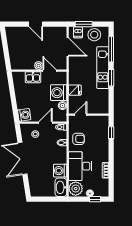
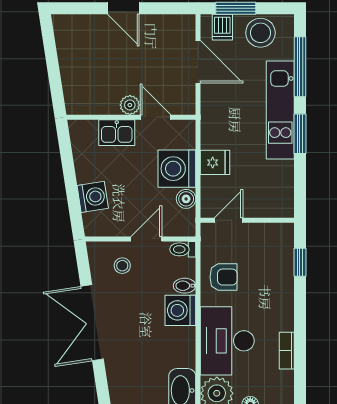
washing machine: (24, 115) -> (93, 197), moved
washing machine: (60, 171) -> (180, 310), moved

